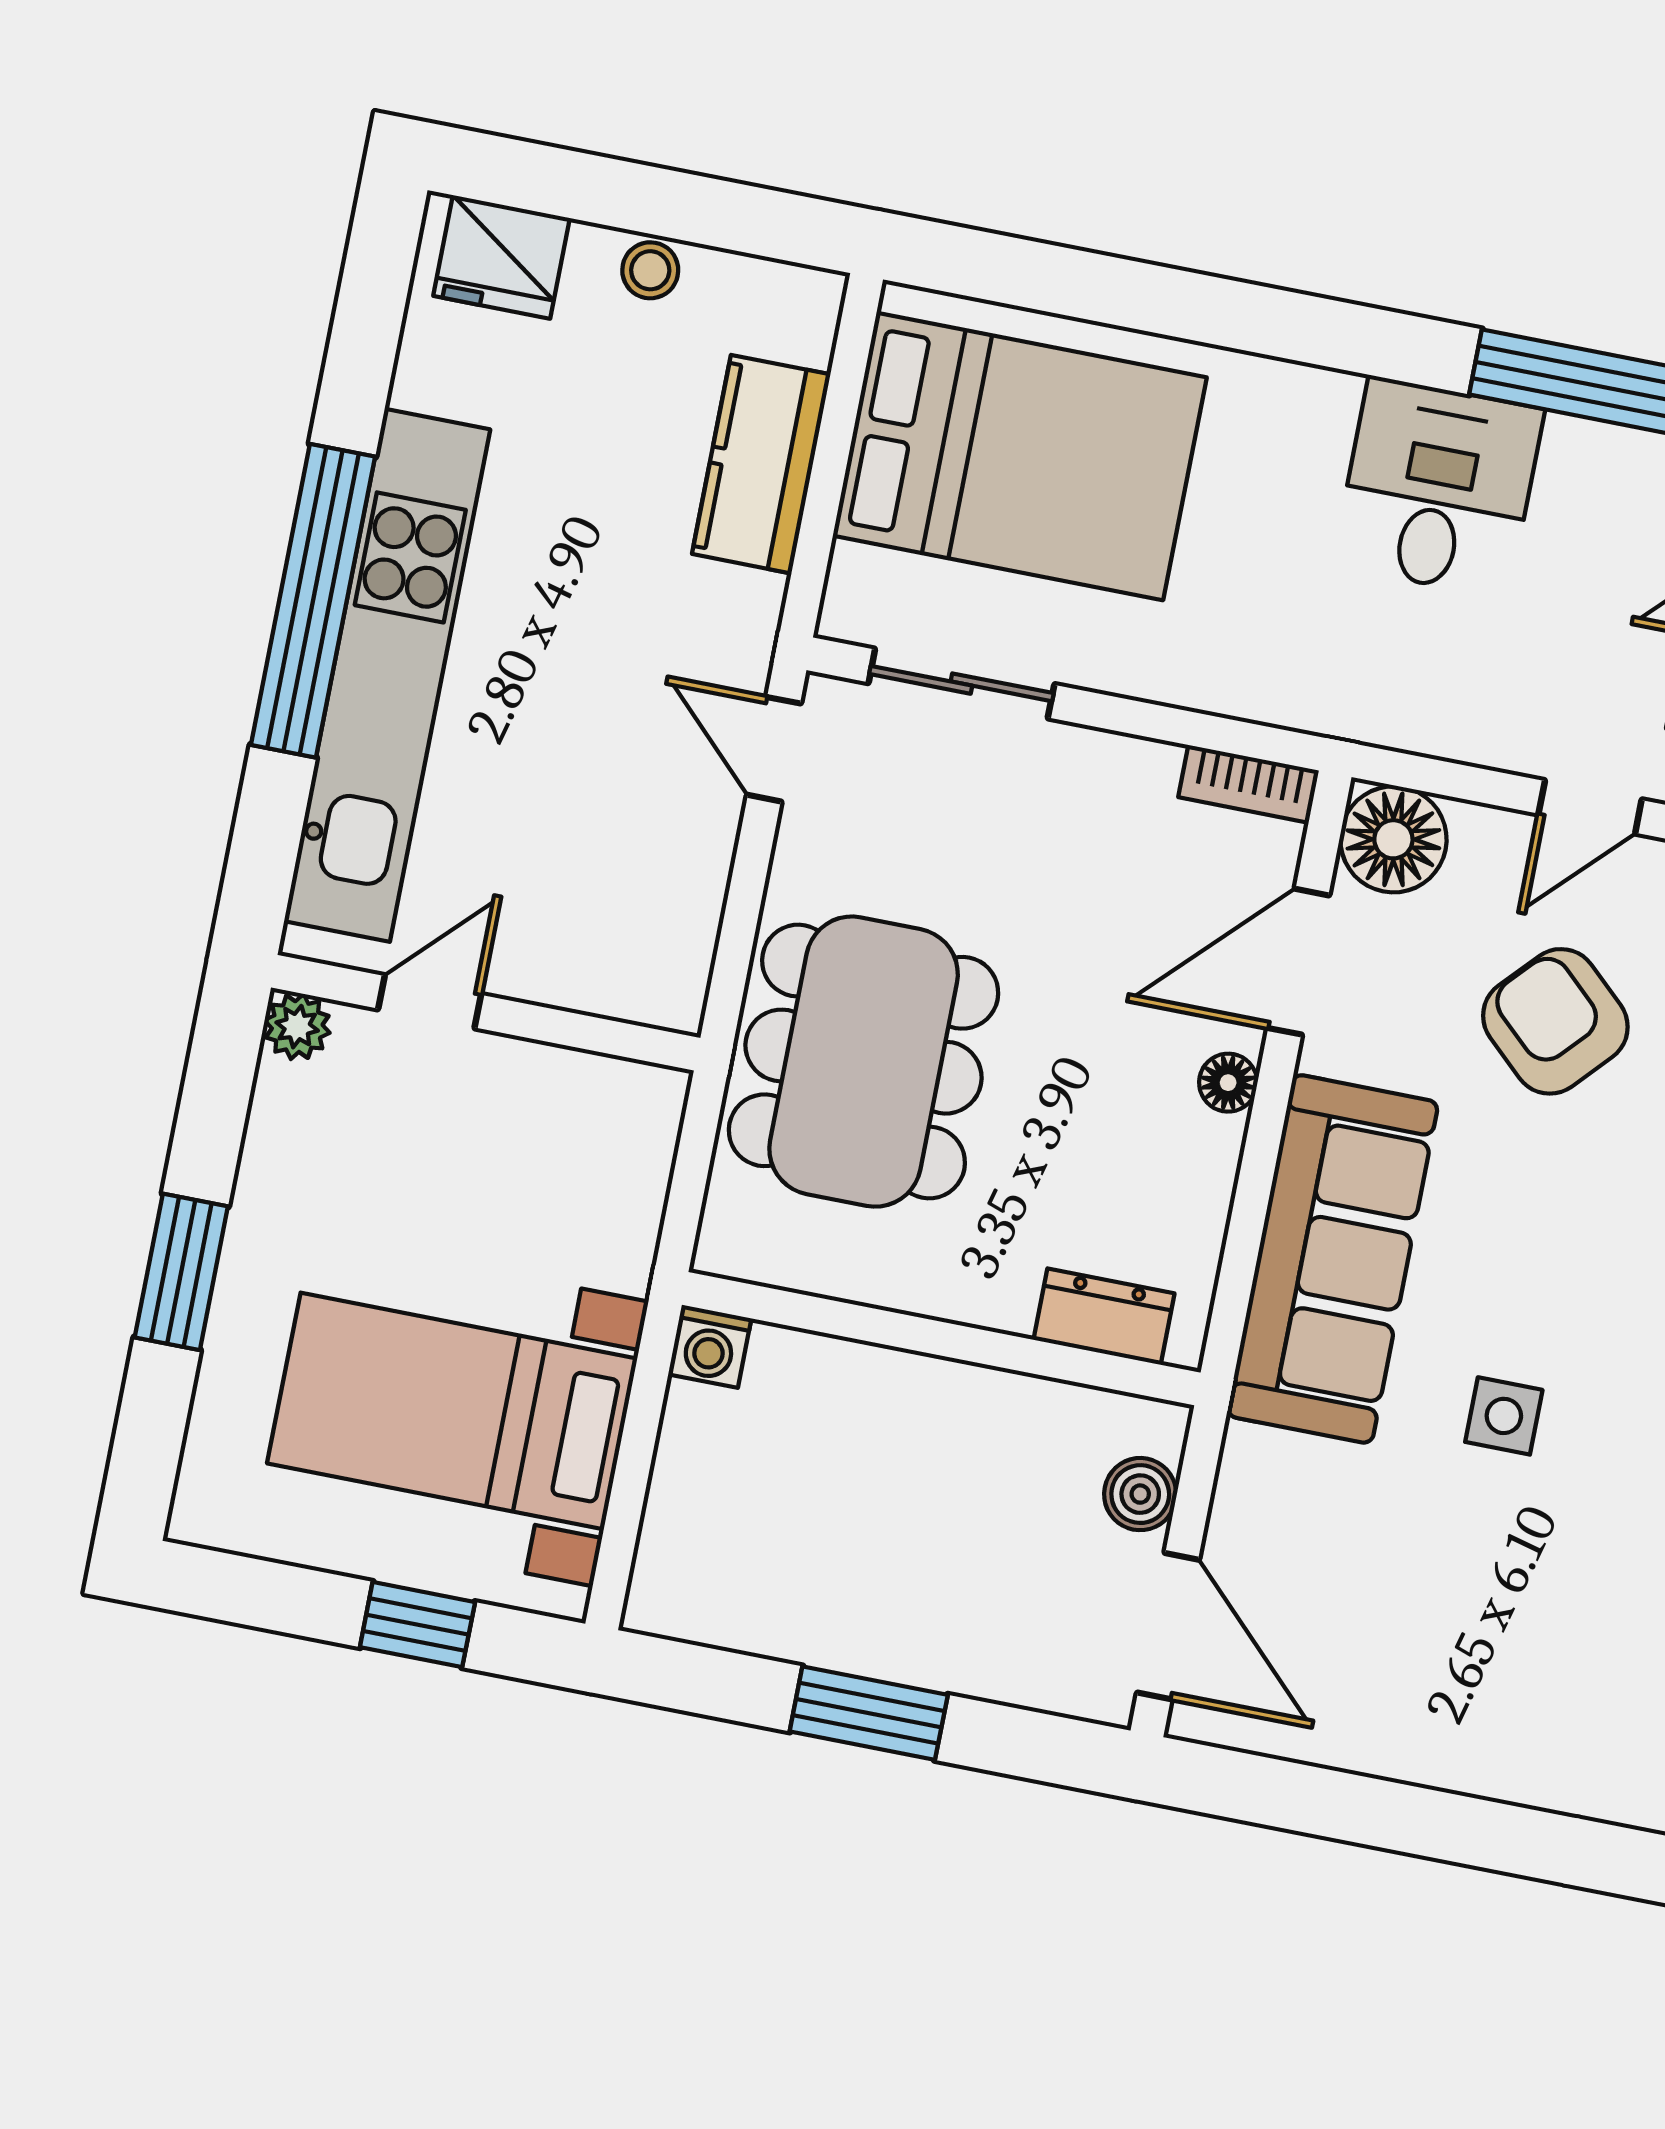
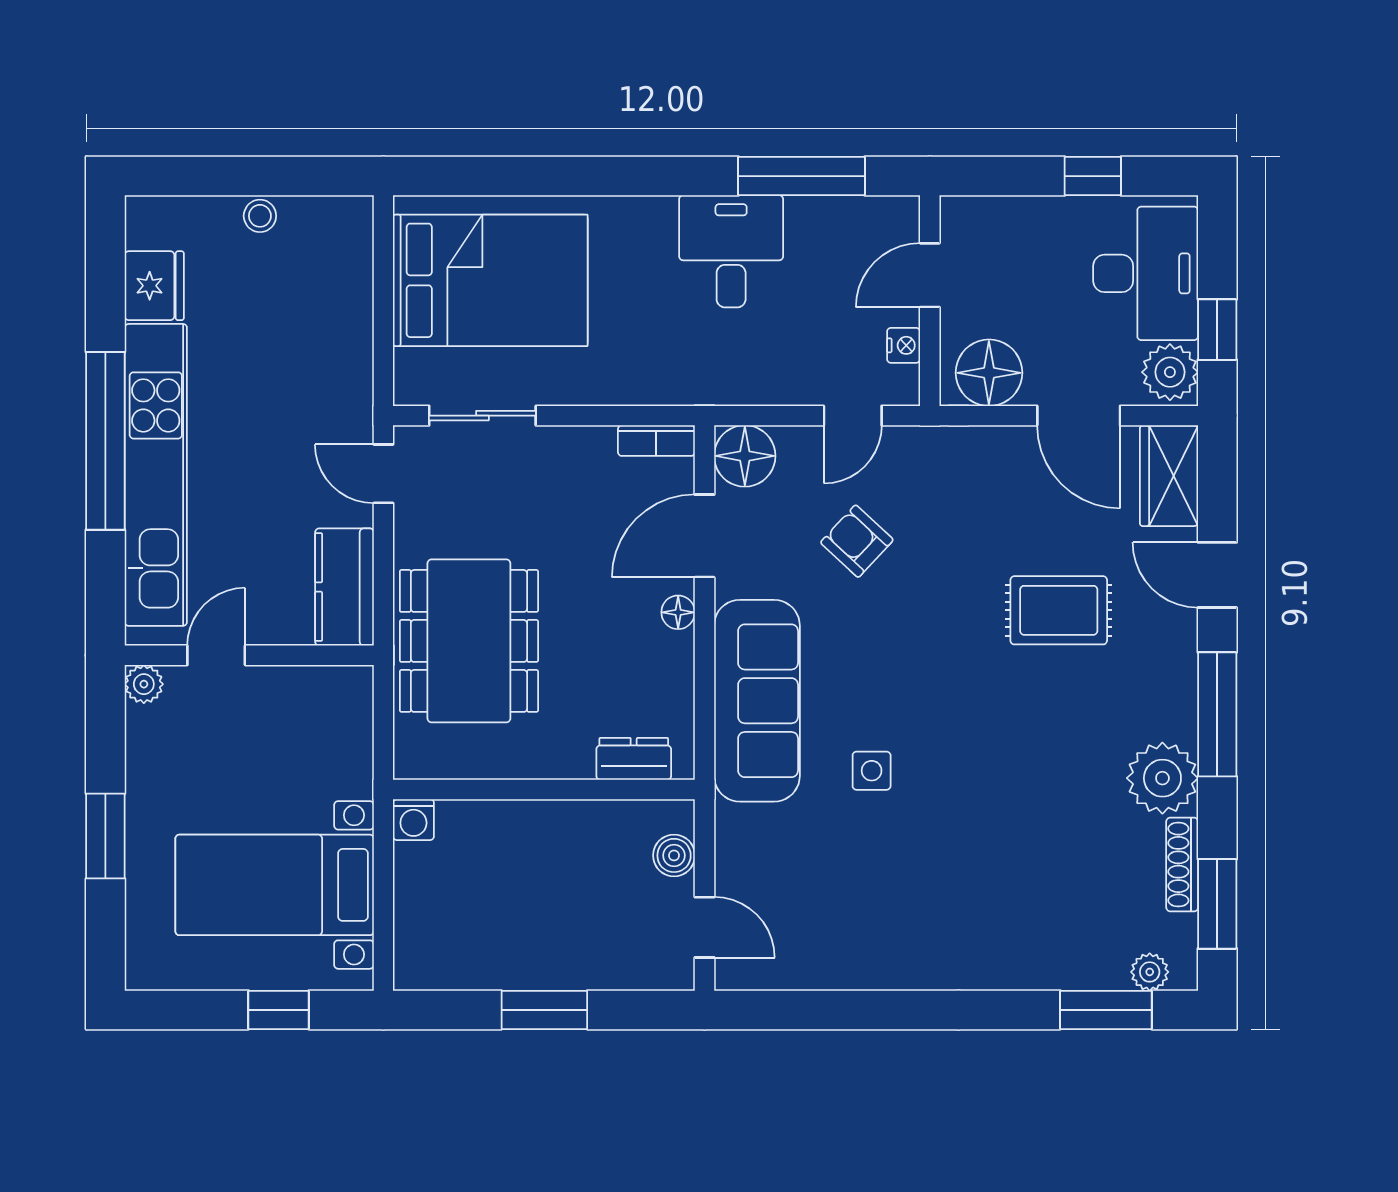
fridge: (502, 257) -> (154, 286), moved, turned -90
kitchen counter: (761, 464) -> (344, 587), moved
armchair: (1555, 1021) -> (857, 541), width x0.72, depth x0.72
door: (1168, 1626) -> (704, 927), width x0.73

